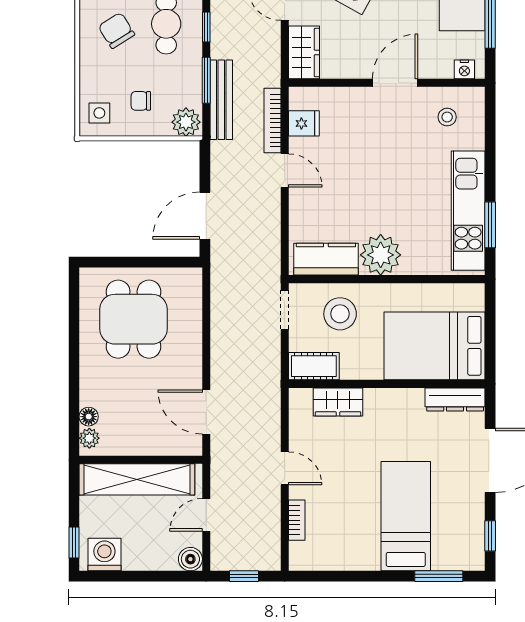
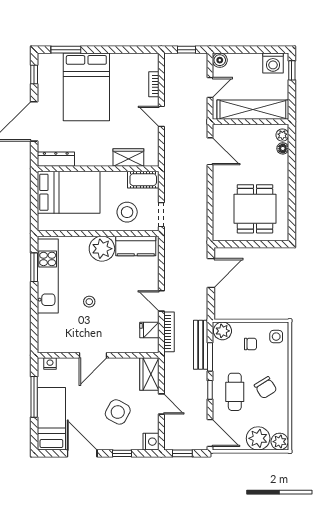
stool: (447, 117) -> (89, 302), moved
bed: (406, 516) -> (86, 87), width x1.50

